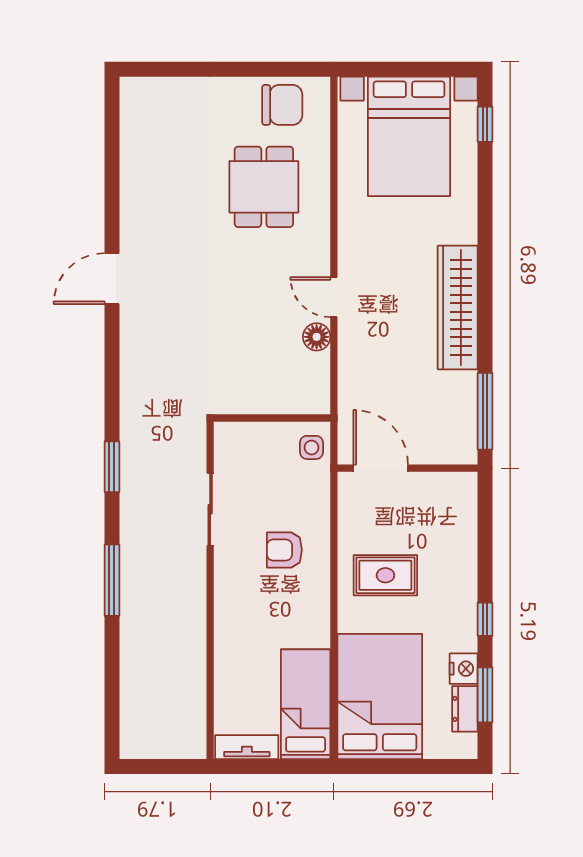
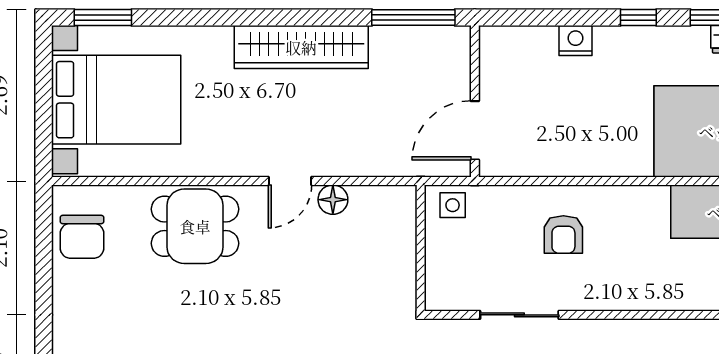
chair: (282, 105) -> (82, 237), turned 180
window: (485, 124) -> (103, 17), width x1.50
dining table: (264, 187) -> (195, 226), moved
rug: (385, 575) -> (591, 125), removed
nightstand: (464, 669) -> (575, 41), moved

